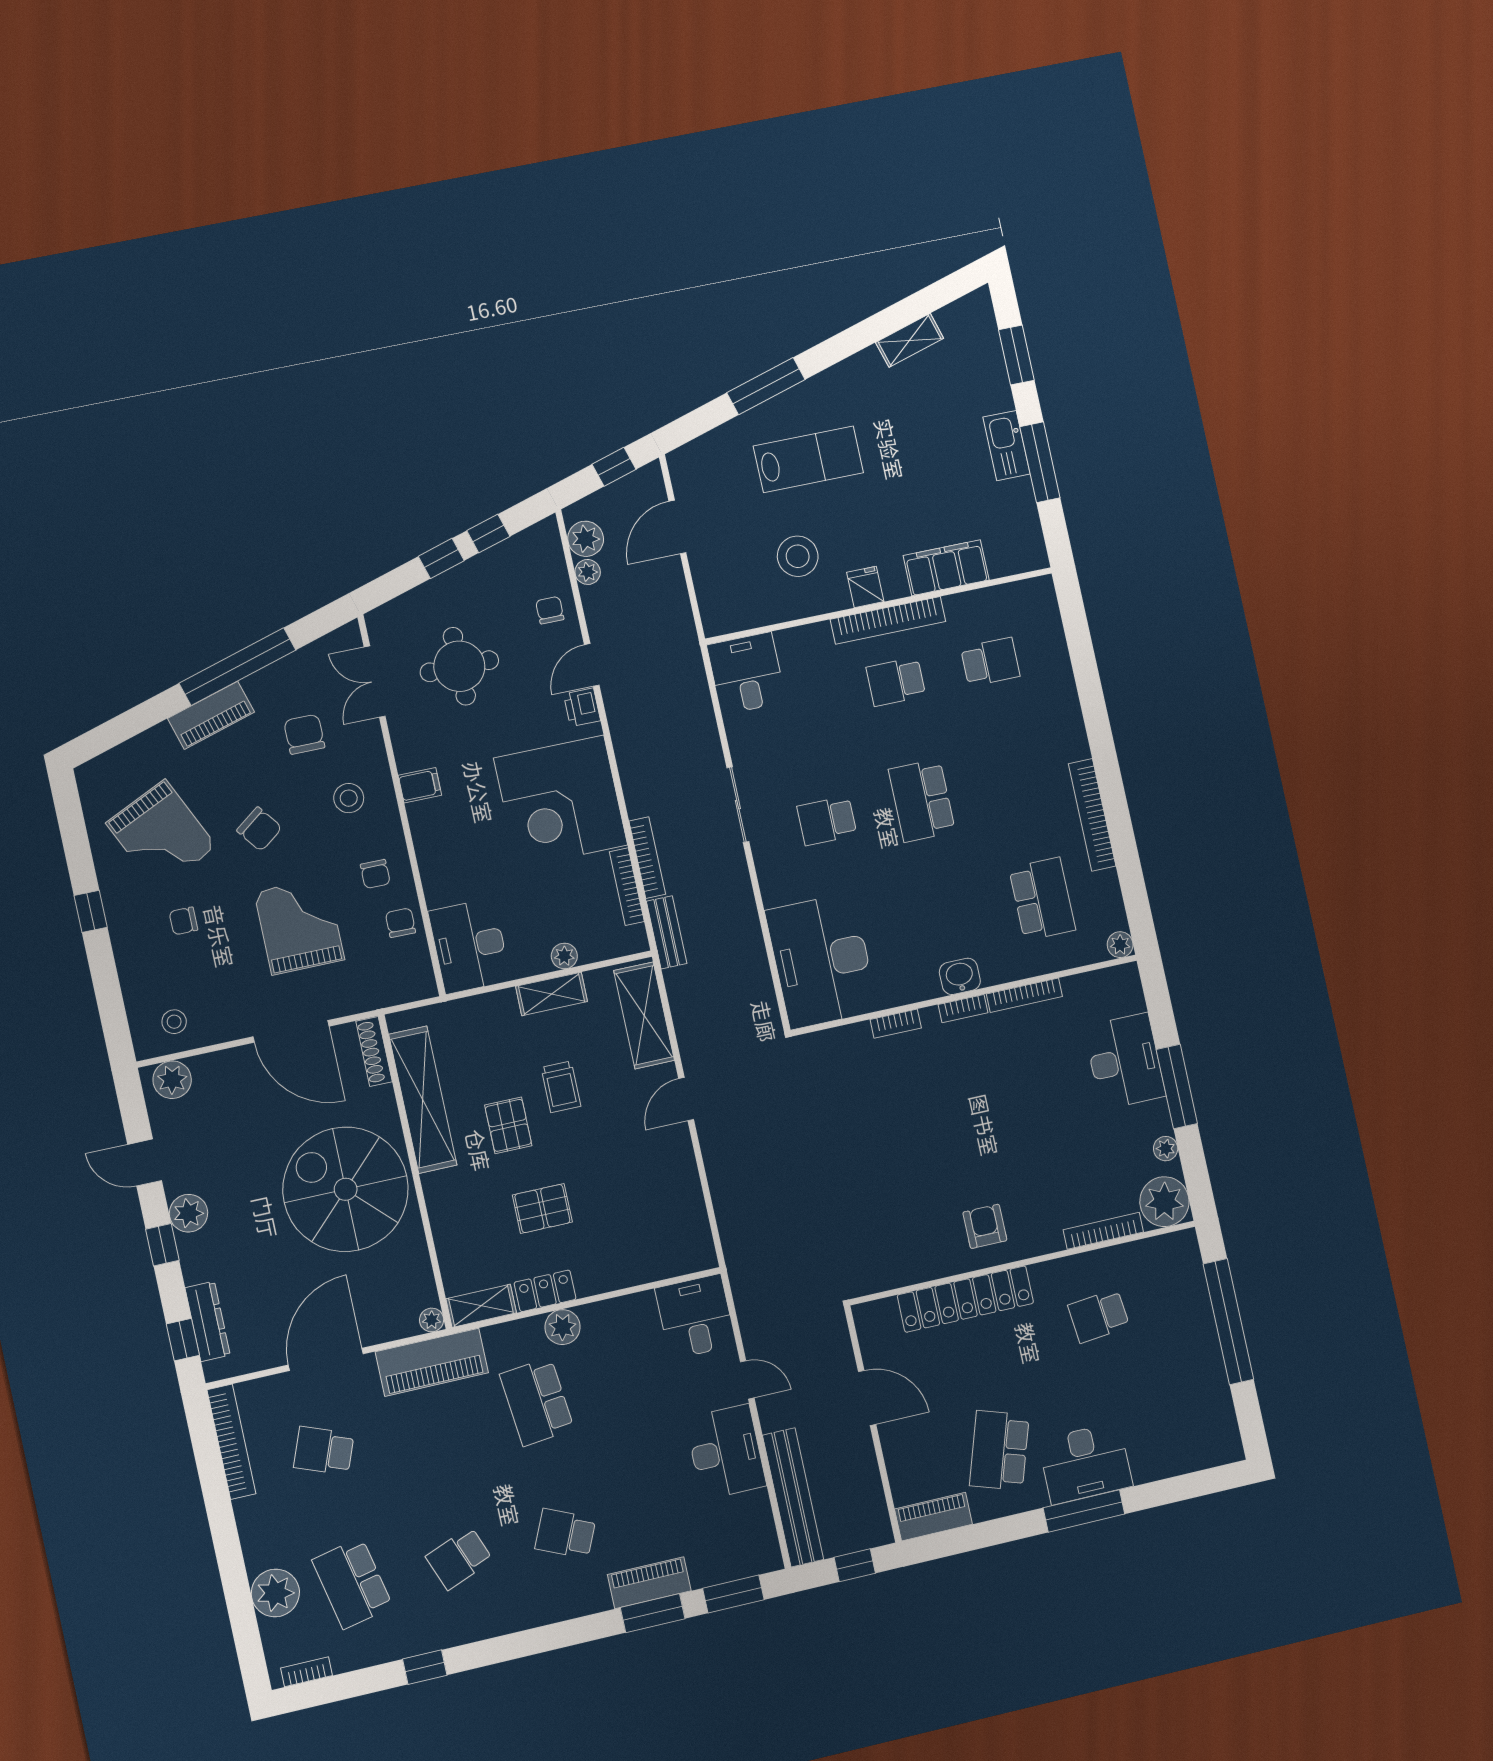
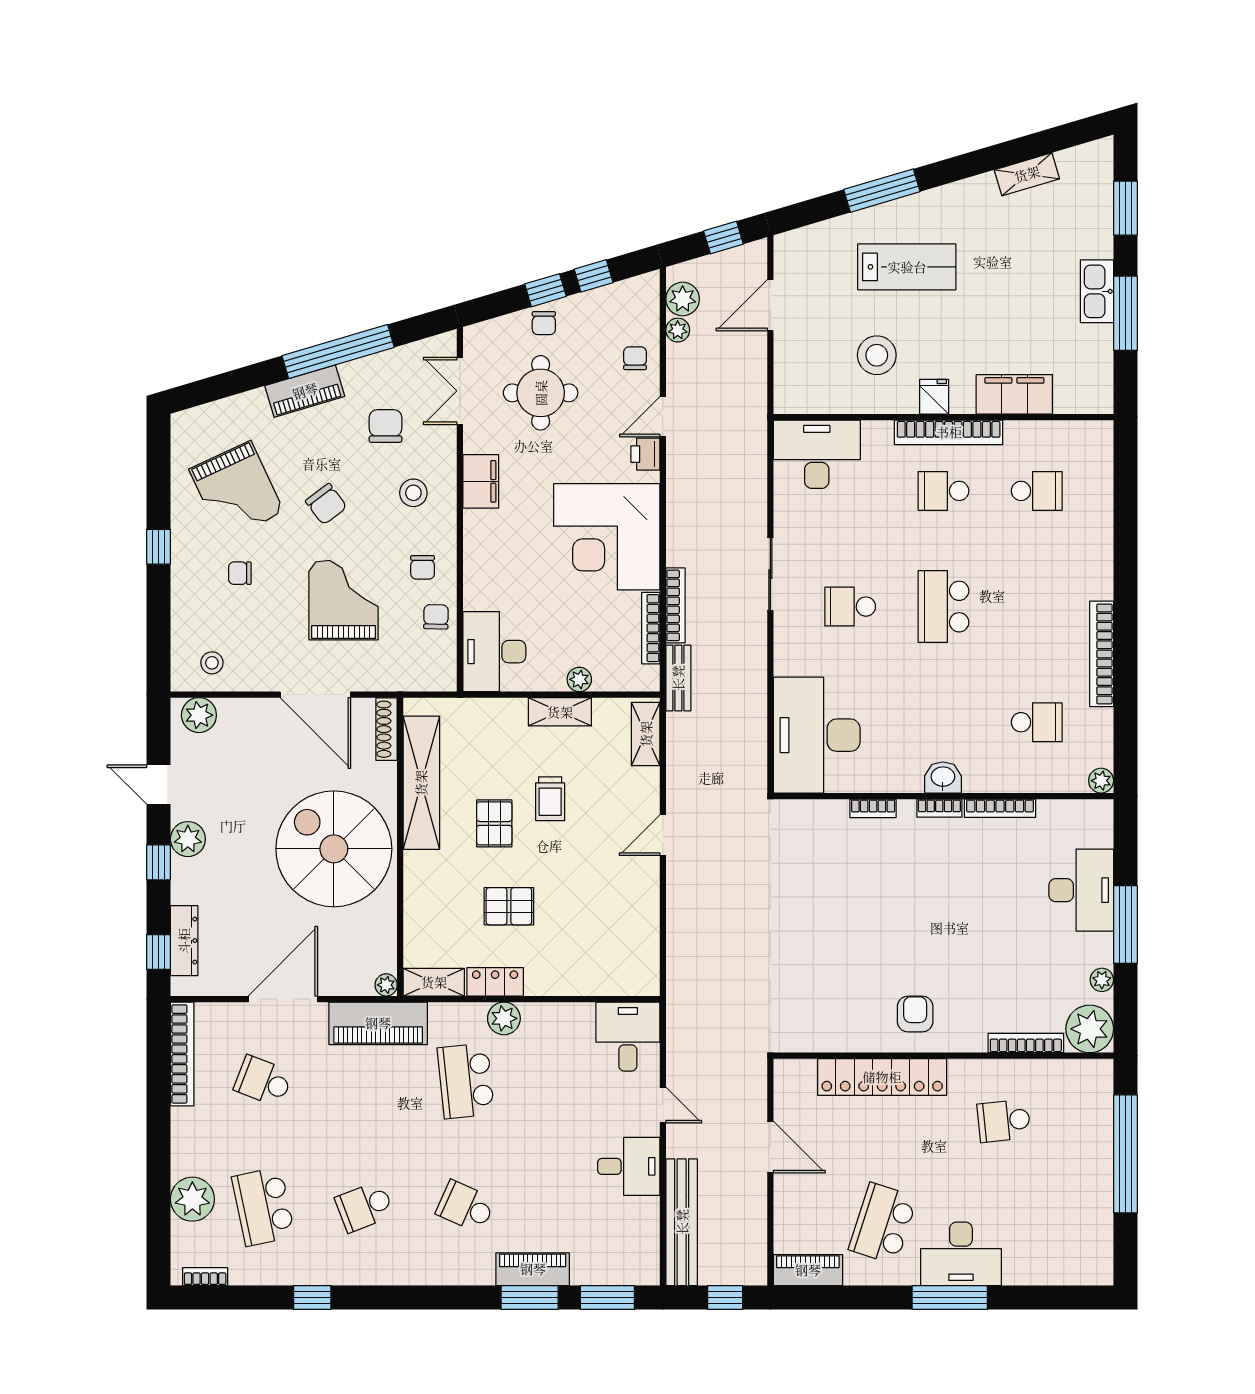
chair: (447, 593) -> (544, 323), added
desk: (746, 673) -> (817, 454), width x1.37
filing cabinet: (420, 785) -> (481, 481), width x2.00
school desk: (1042, 899) -> (1037, 722), width x0.54
shelving: (644, 1015) -> (646, 734), width x0.67, depth x0.75
desk: (726, 1452) -> (629, 1166), width x0.73

